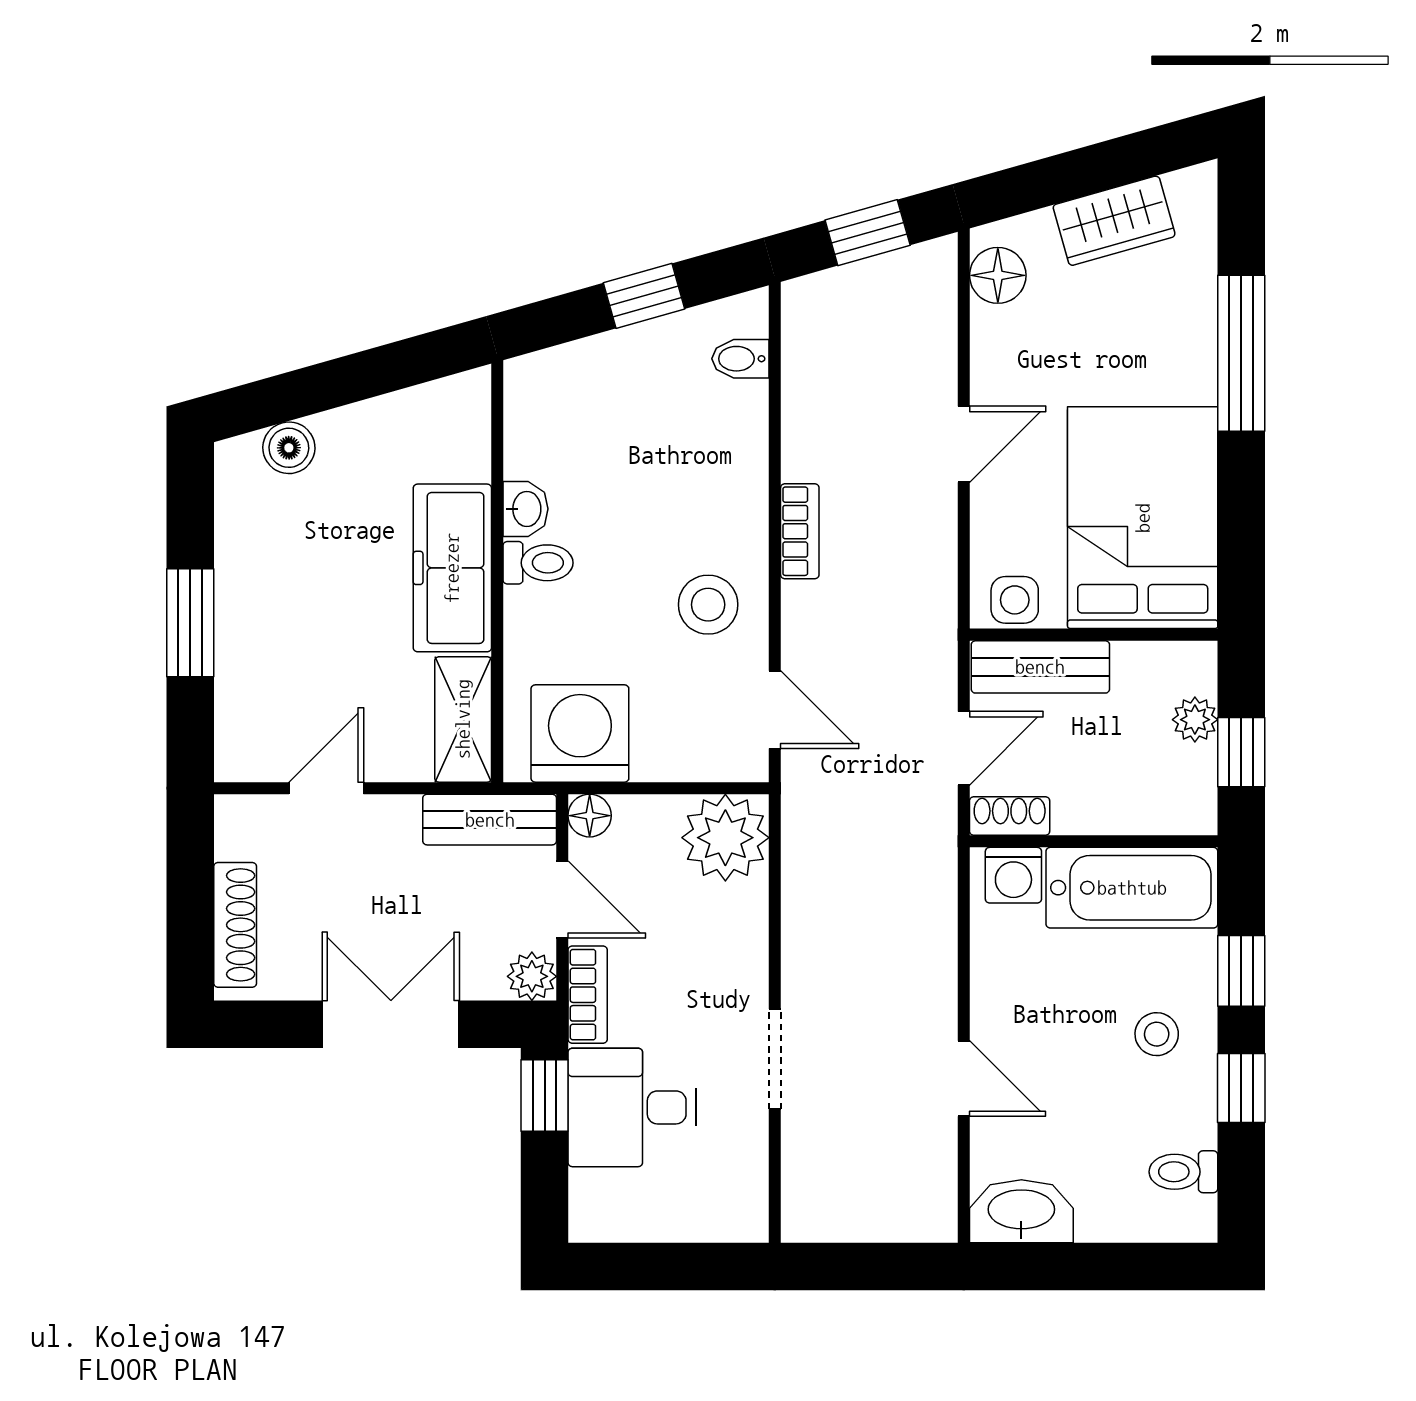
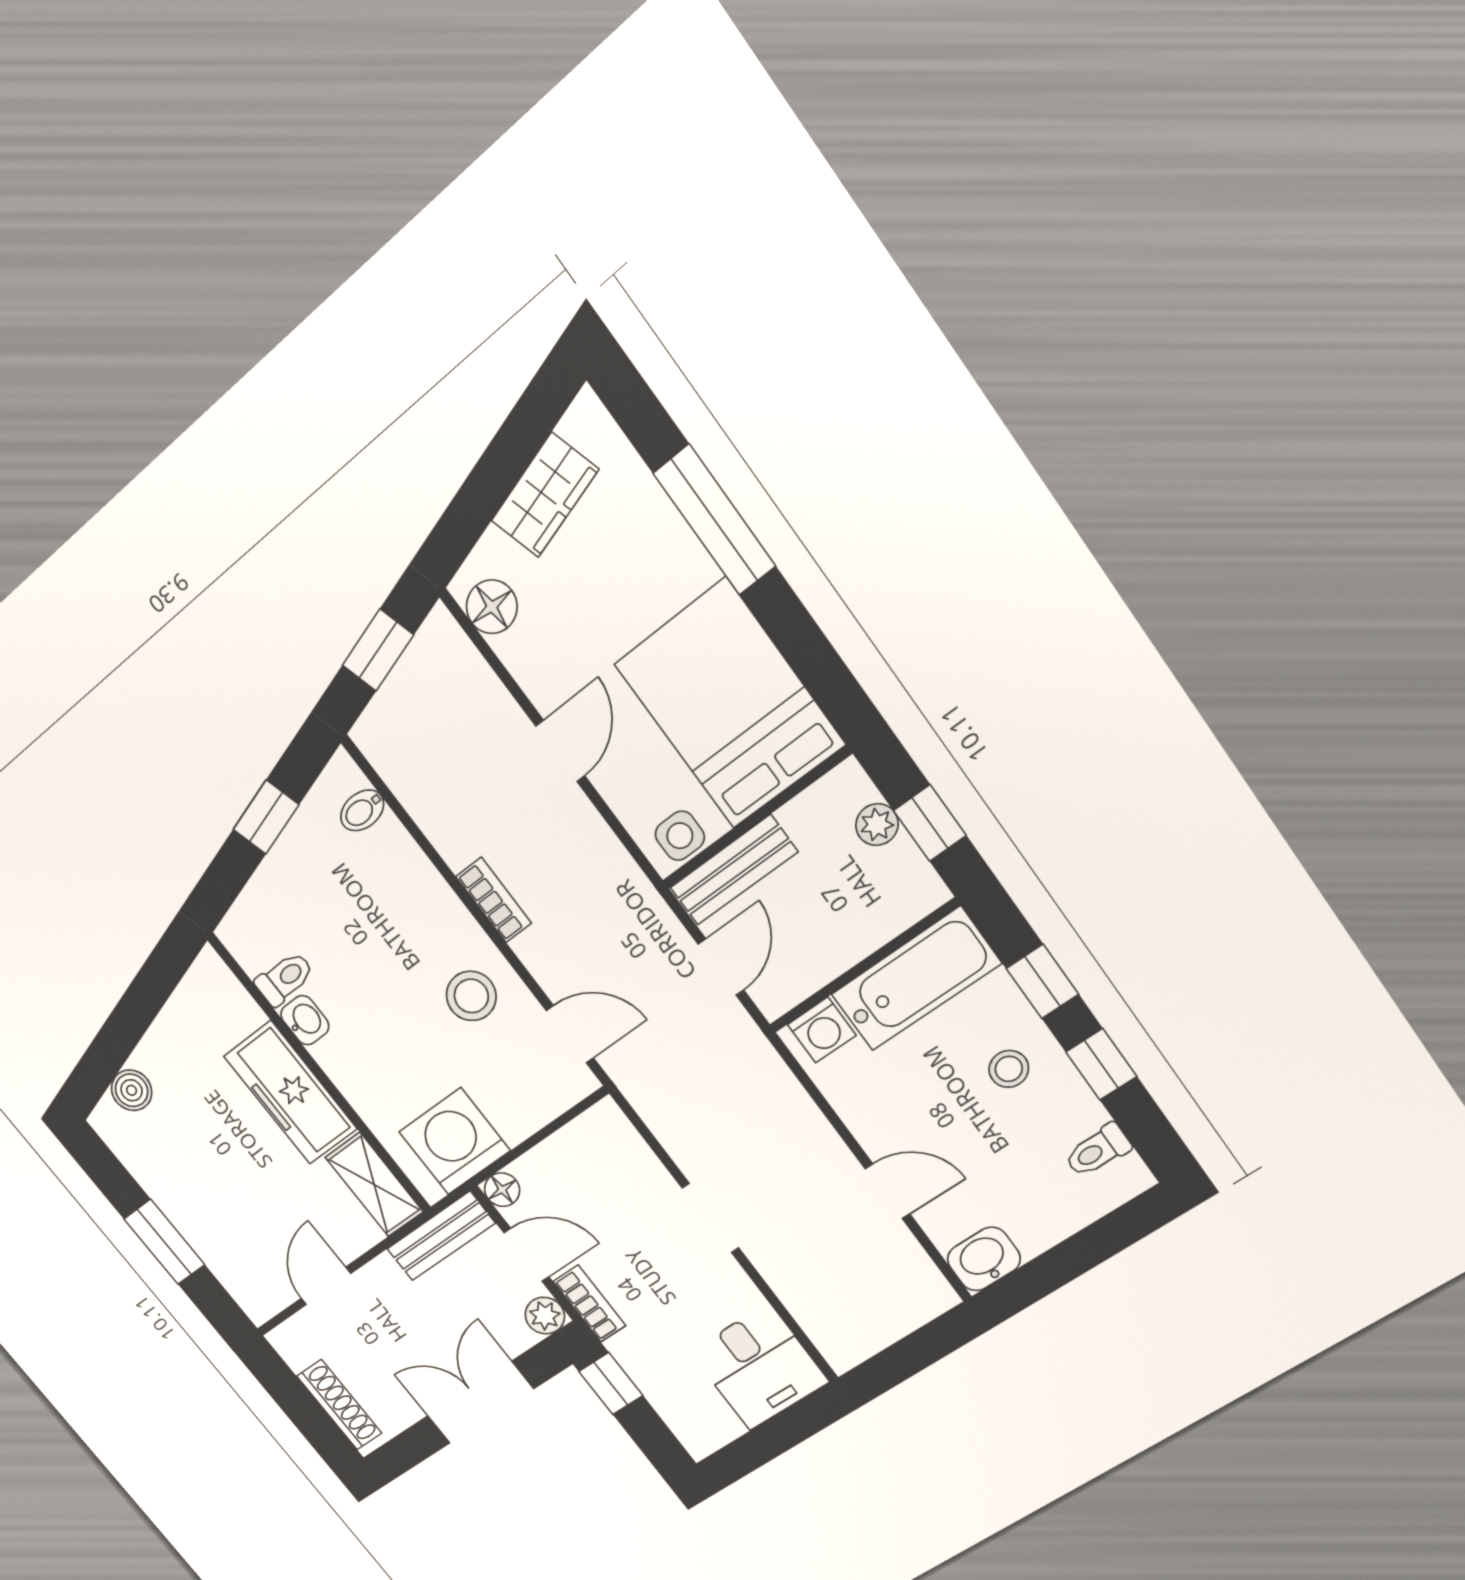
toilet: (538, 563) -> (285, 979), moved
shoe rack: (1010, 816) -> (789, 991), removed
plant: (725, 838) -> (602, 1142), removed
doorway: (775, 1059) -> (710, 1218), moved
desk: (632, 1107) -> (759, 1367), moved, turned -90
washbasin: (1021, 1211) -> (984, 1259), width x0.72

